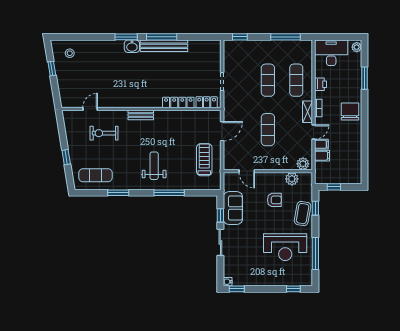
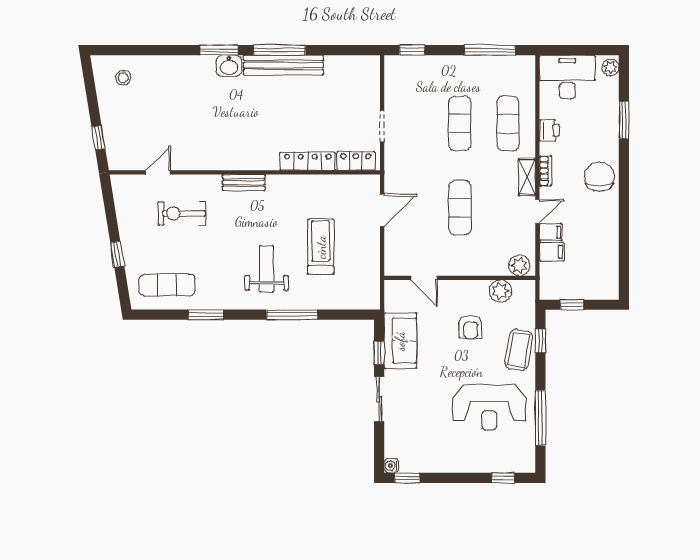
window: (52, 69) -> (98, 138), moved
treadmill: (204, 160) -> (321, 247), moved
armchair: (274, 200) -> (471, 327), turned 90

